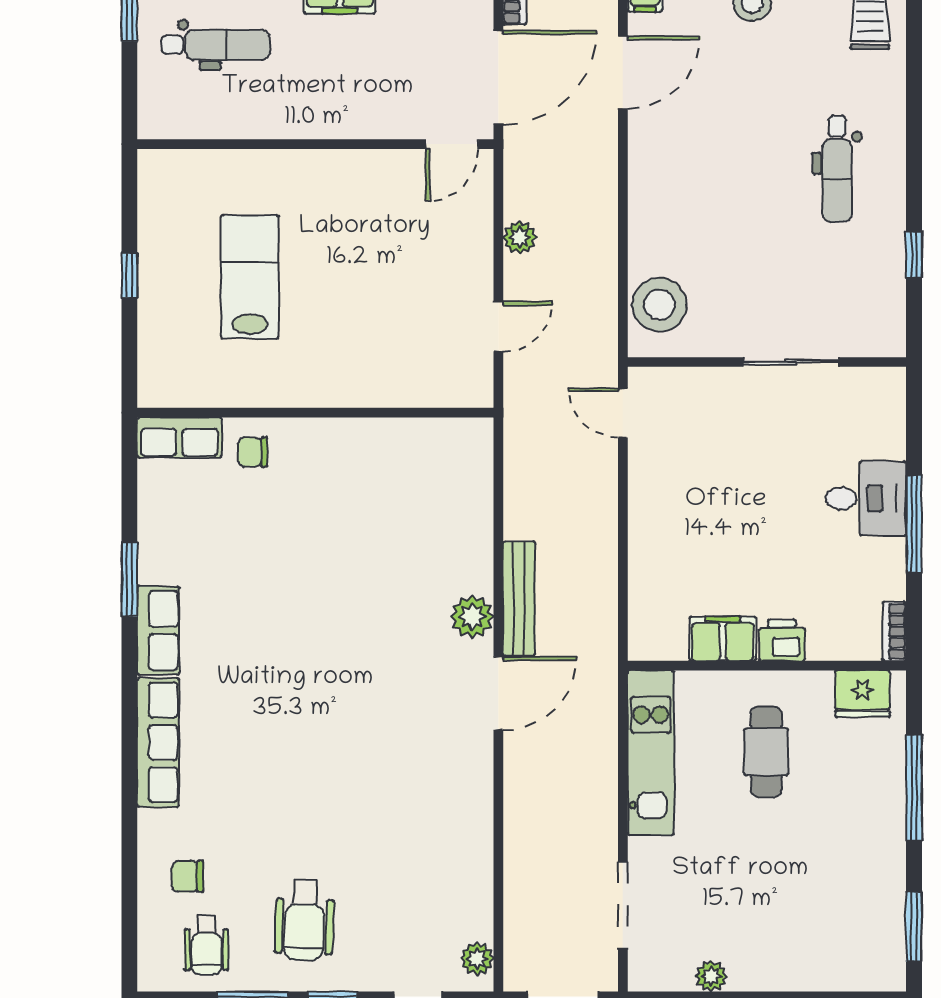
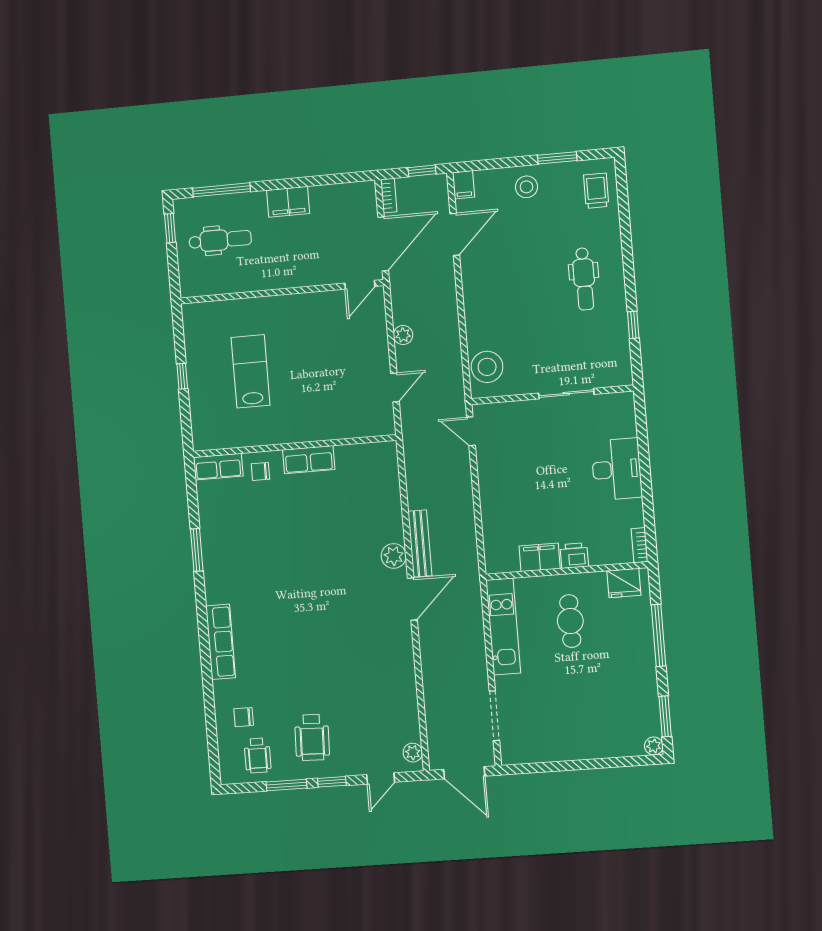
desk: (866, 498) -> (617, 469), width x1.37
window: (914, 524) -> (646, 482), removed
row of seats: (158, 630) -> (309, 460), moved, turned 90
plant: (711, 976) -> (654, 746), moved

